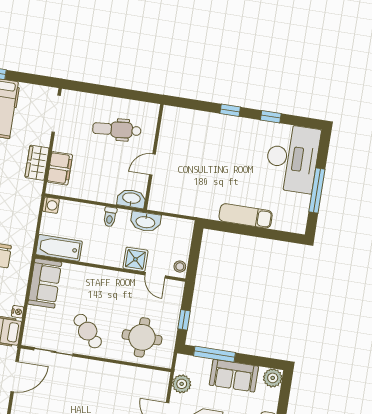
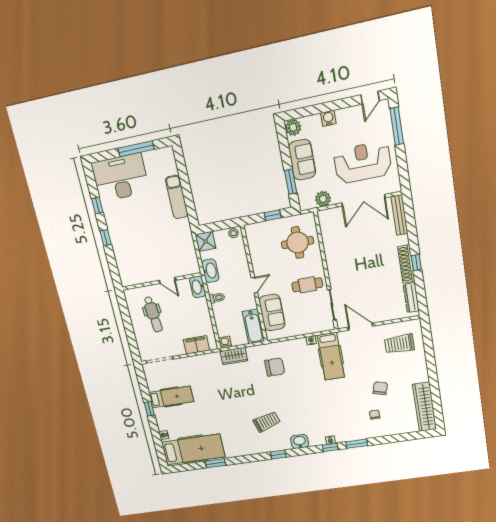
wardrobe: (37, 163) -> (234, 356), moved
shower: (135, 259) -> (205, 241), moved
door: (155, 275) -> (254, 285), moved
sofa: (45, 283) -> (272, 313), moved, turned 90
cafe table: (88, 331) -> (307, 285), turned 43
window: (214, 354) -> (291, 182), width x0.69

